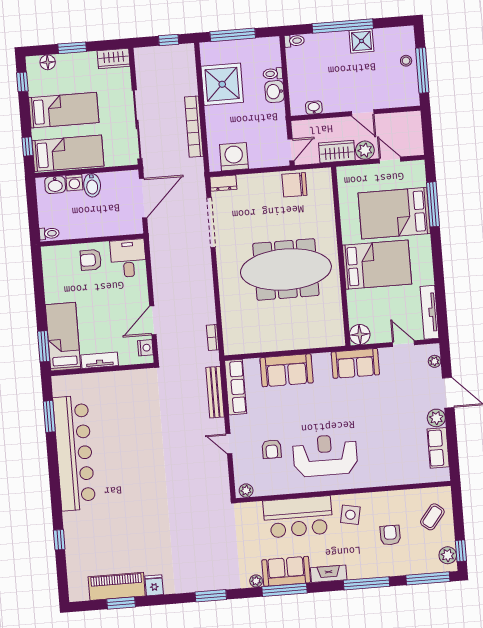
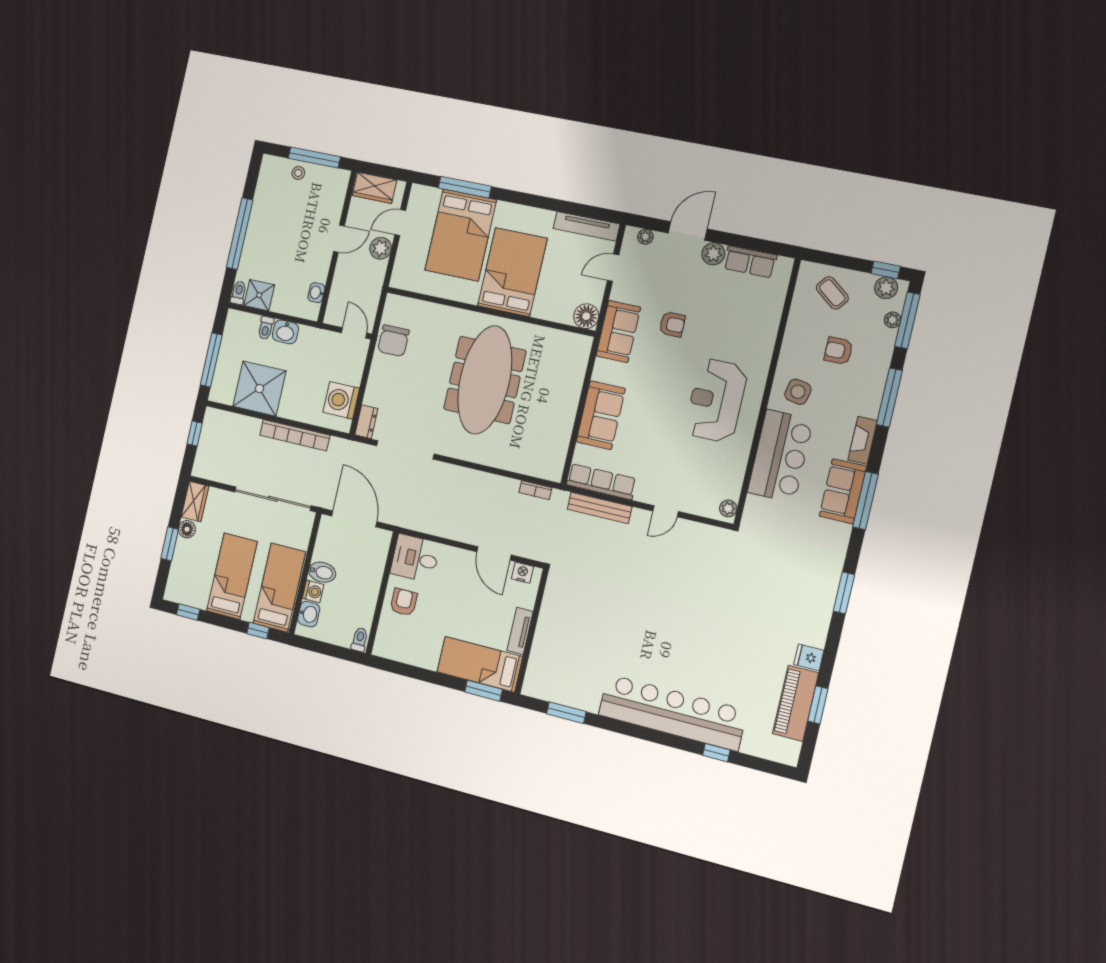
shower: (361, 41) -> (259, 295), moved
floor lamp: (48, 62) -> (187, 529), moved
wardrobe: (337, 152) -> (374, 188), moved, turned -90
armchair: (91, 260) -> (404, 602), turned 180
armchair: (272, 449) -> (672, 324), moved
bar counter: (74, 453) -> (672, 712), moved
plant: (256, 581) -> (893, 320), moved

